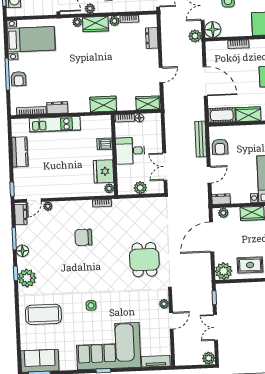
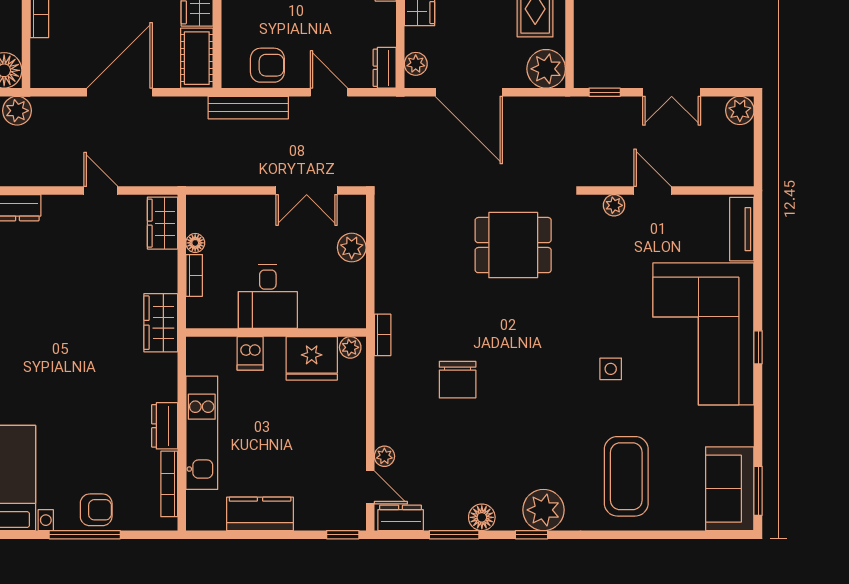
dishwasher: (105, 144) -> (250, 353), moved
desk: (130, 151) -> (268, 297), moved
wall: (114, 155) -> (276, 333), moved
fridge: (103, 171) -> (312, 358), moved
plant: (109, 188) -> (350, 347), moved

